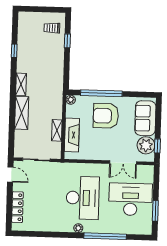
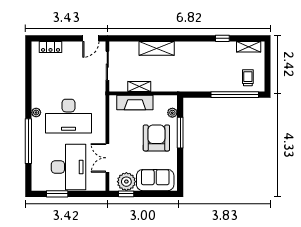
window: (67, 41) -> (235, 95), width x3.17
shelving: (21, 84) -> (249, 47), moved
window: (101, 93) -> (180, 133), width x0.68
plant: (71, 100) -> (172, 113), moved
locker: (17, 207) -> (51, 47), width x0.66

